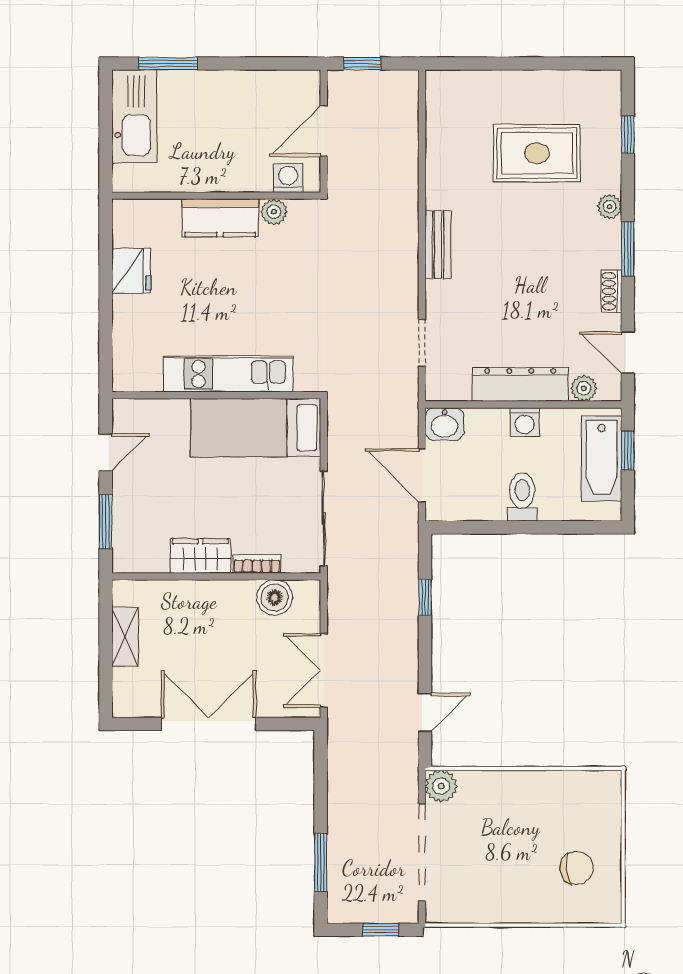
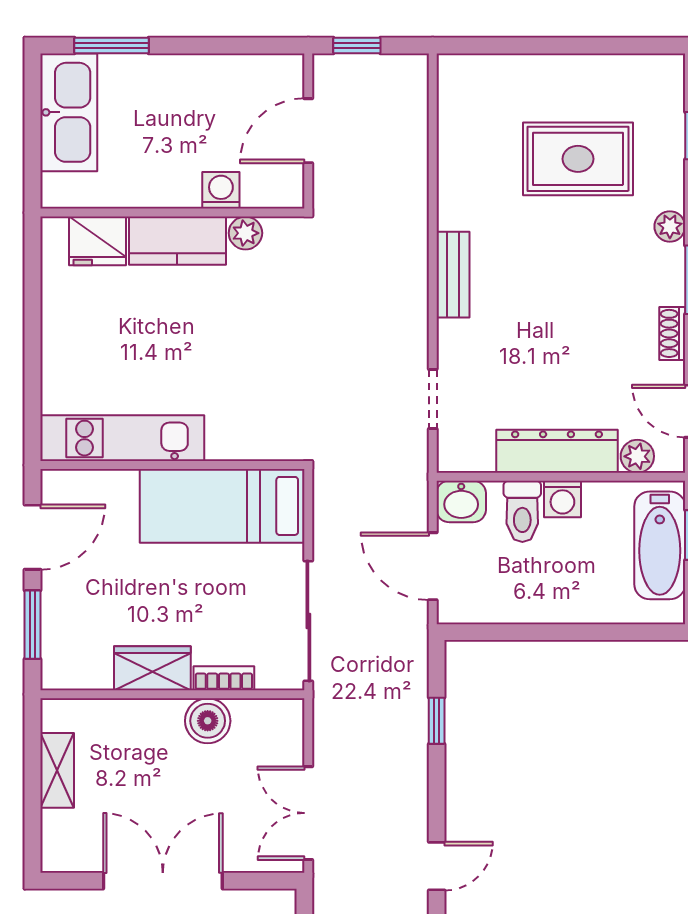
washing machine: (288, 178) -> (221, 190), moved
fridge: (131, 271) -> (98, 241), moved, turned 90
kitchen unit: (228, 374) -> (122, 438), moved
door: (106, 452) -> (33, 537), width x1.37
toilet: (522, 497) -> (522, 511), moved, turned 180
boiler: (275, 597) -> (208, 721), moved

